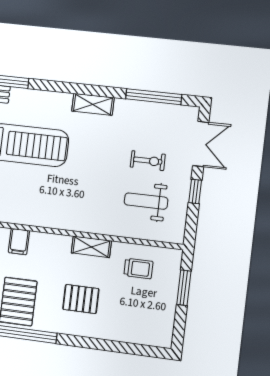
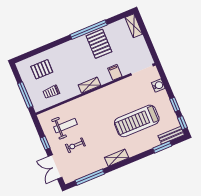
shelving: (91, 247) -> (89, 85), moved
window: (184, 288) -> (25, 95), width x1.44
pallet: (81, 299) -> (42, 69), moved

